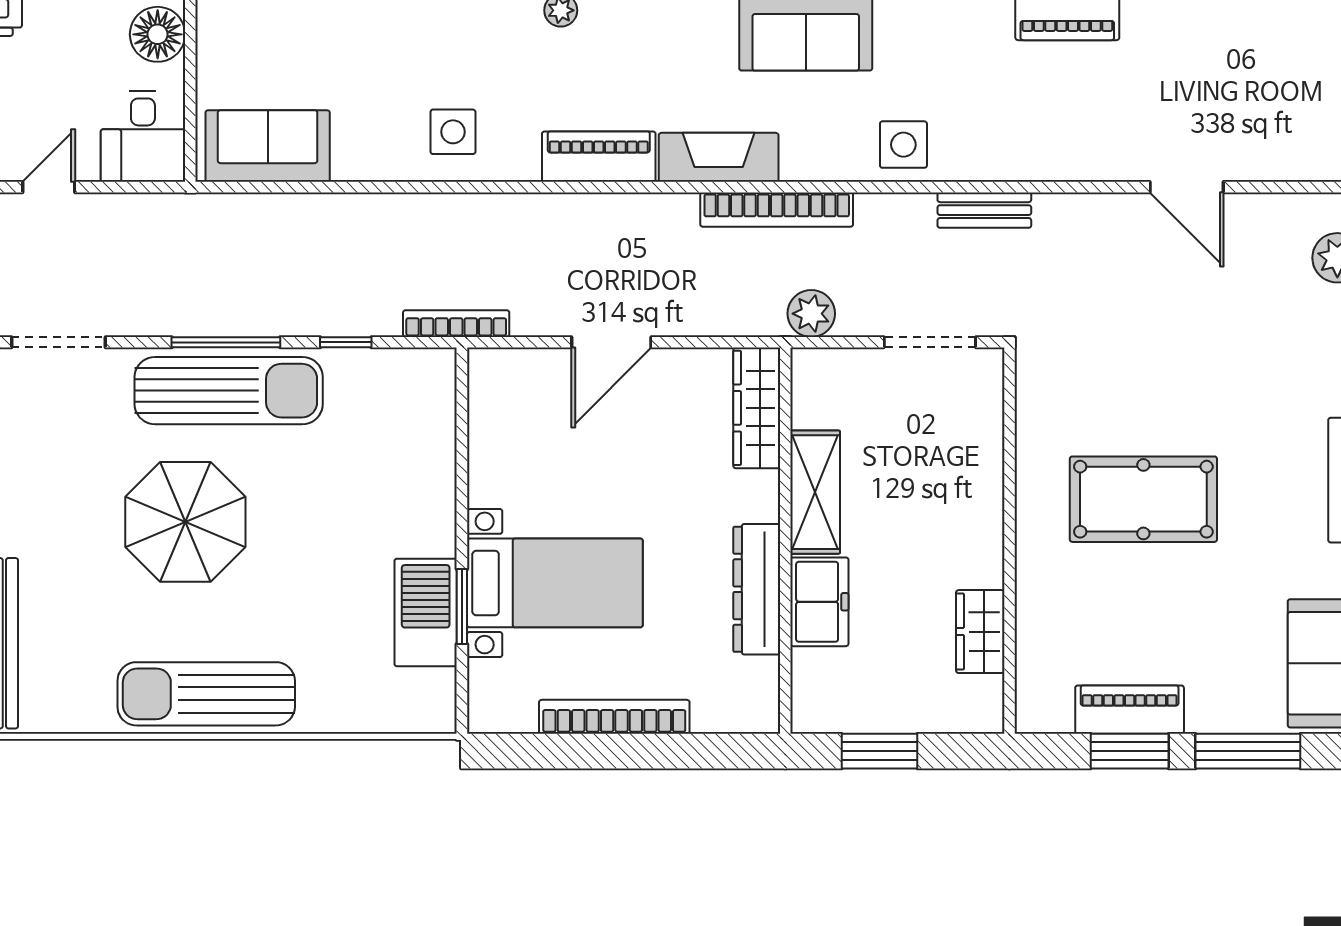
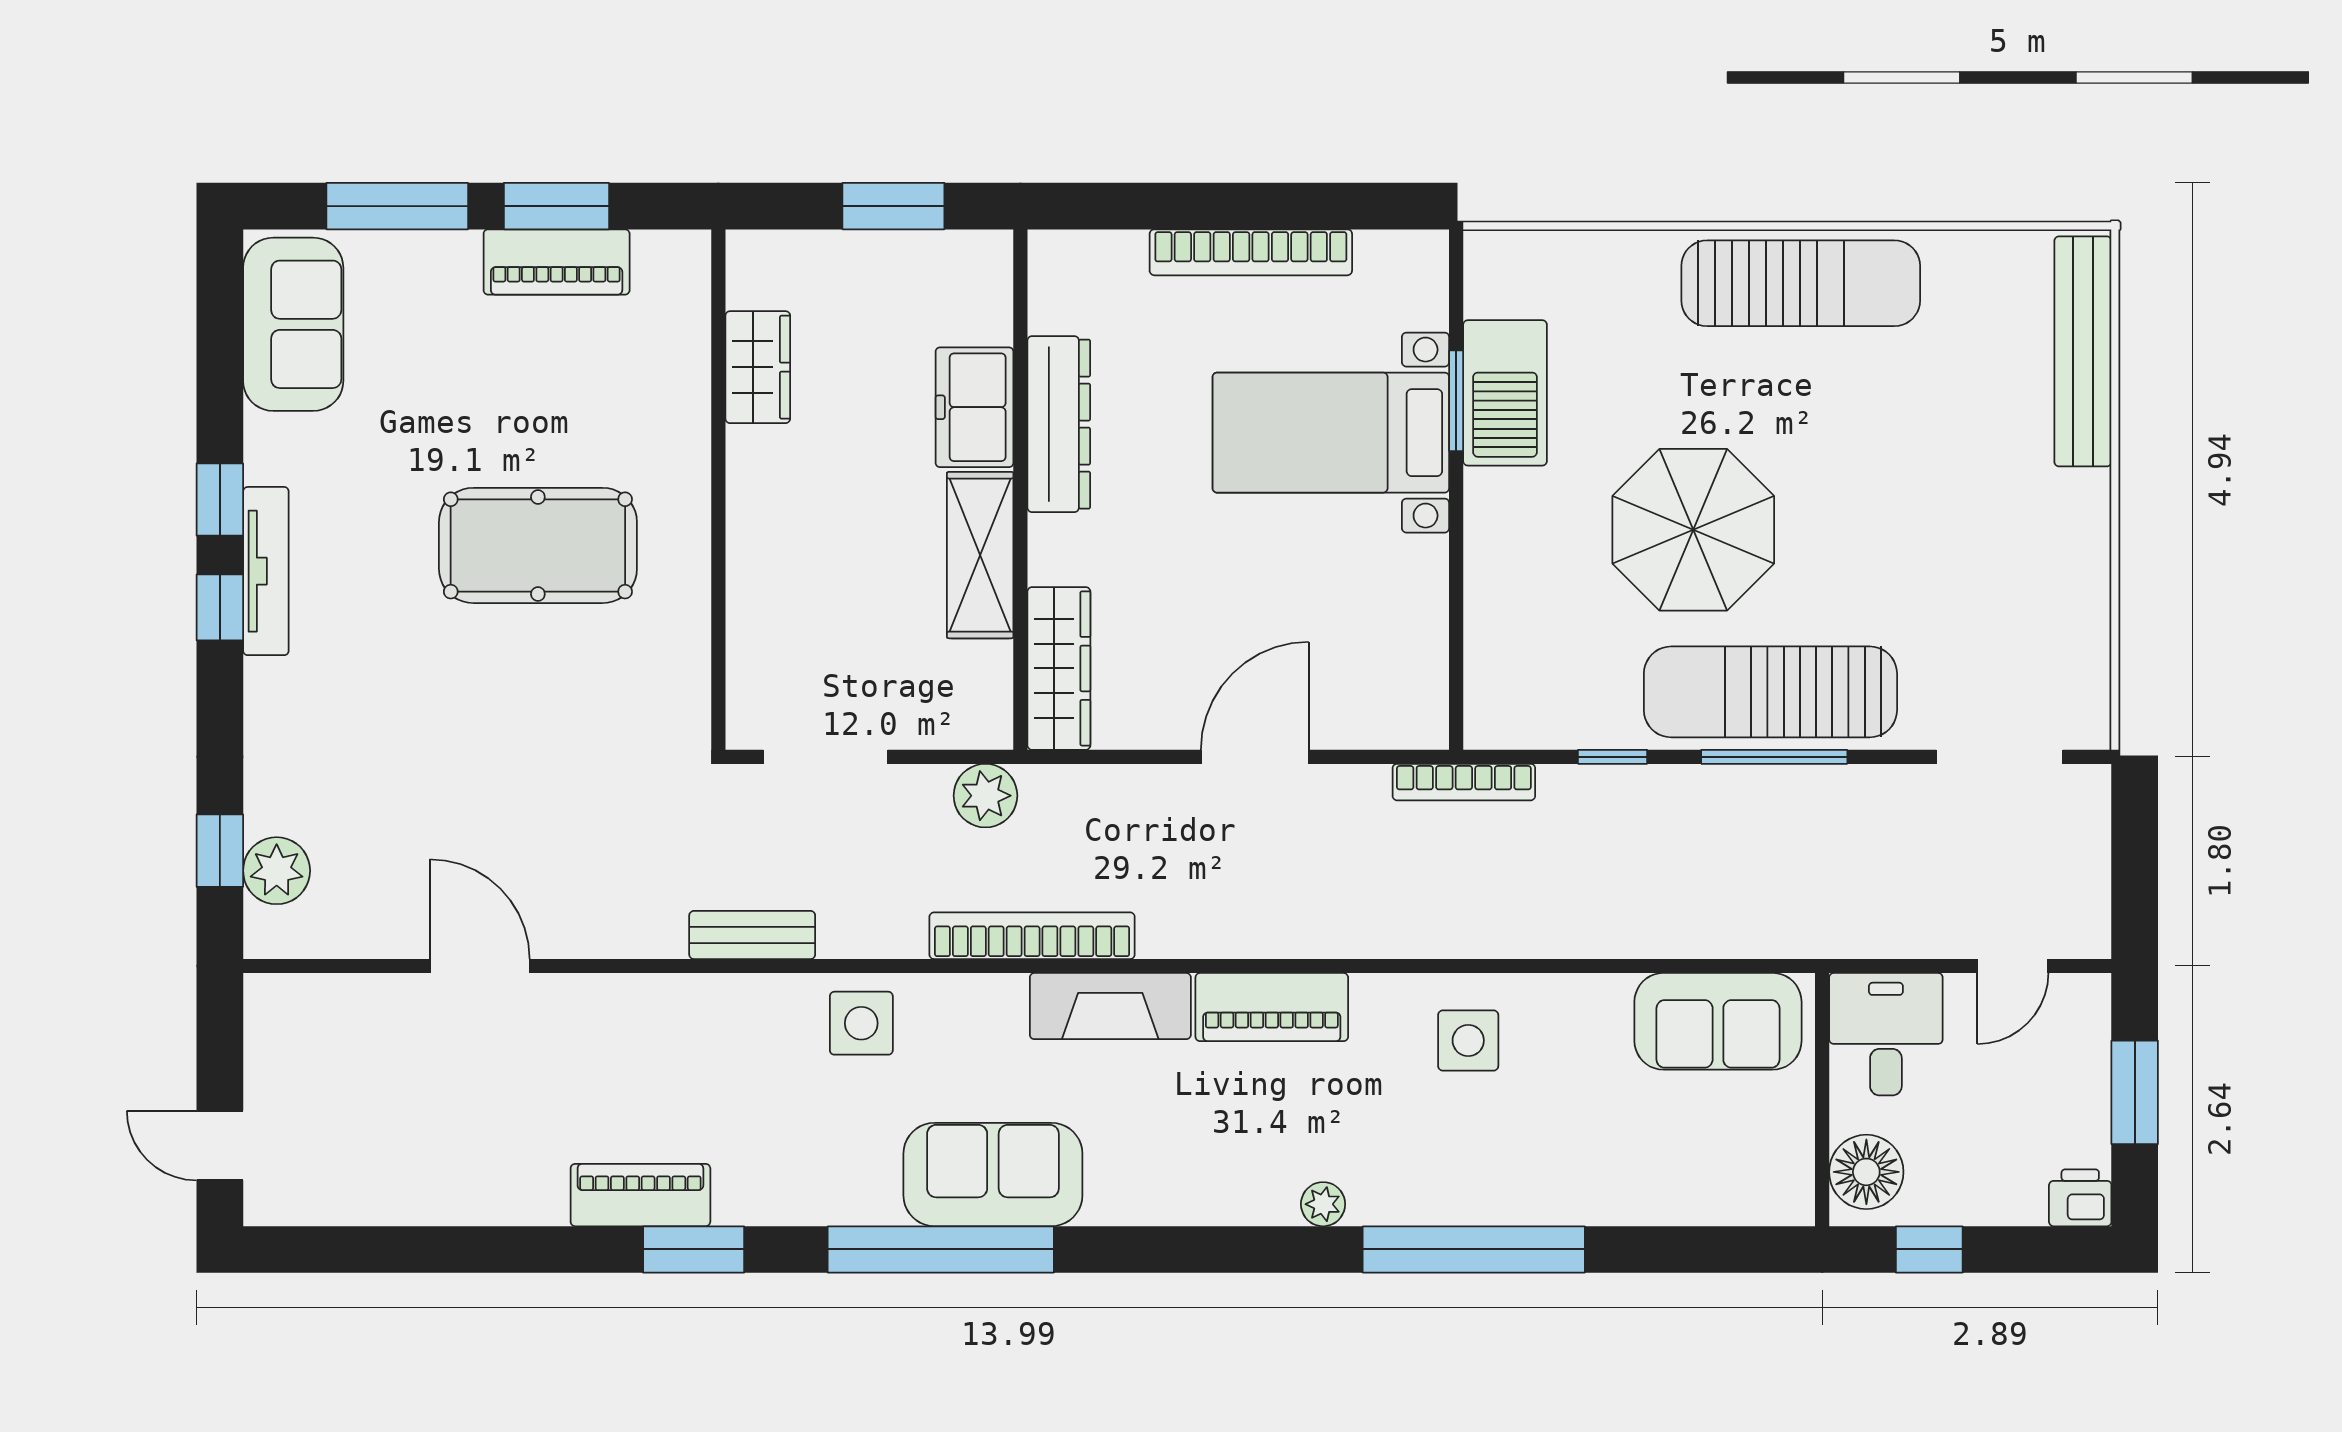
parasol: (185, 522) -> (1693, 530), moved

